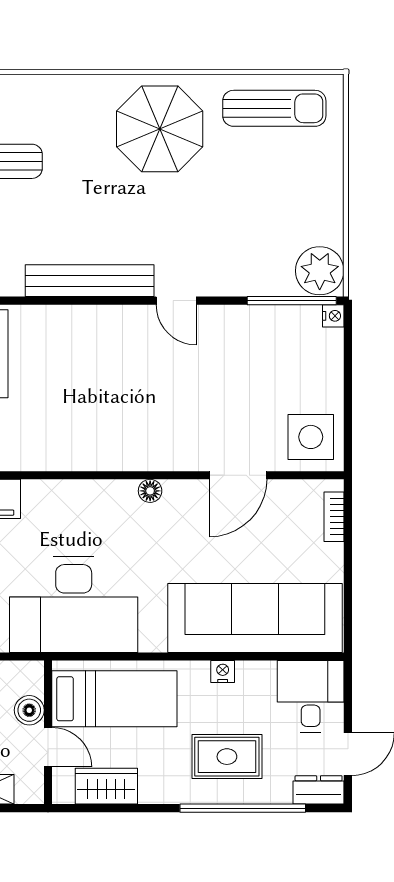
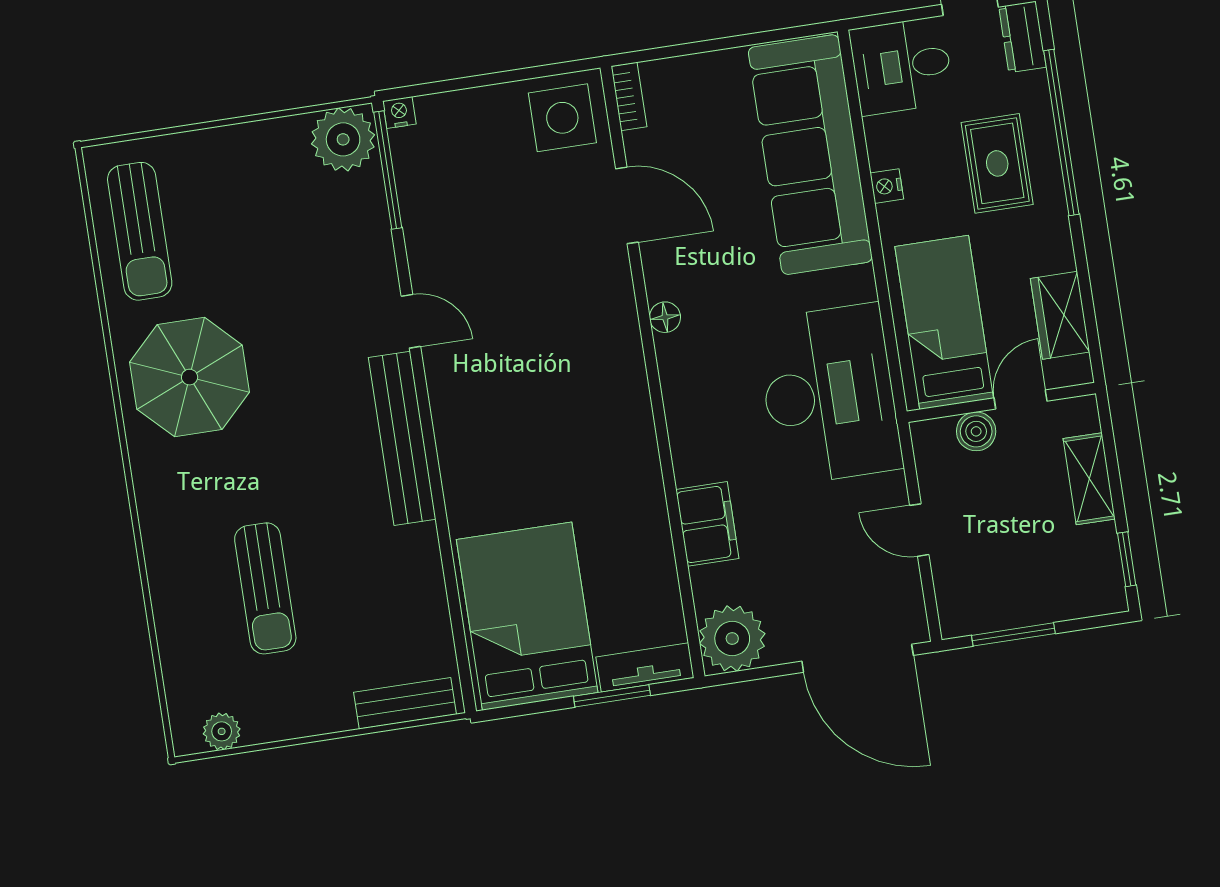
sun lounger: (274, 108) -> (140, 231), turned 180
door: (176, 301) -> (411, 321), hinge flipped
bookcase: (334, 517) -> (629, 96), moved, turned -90

